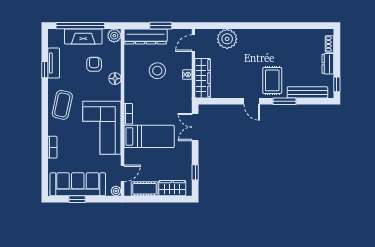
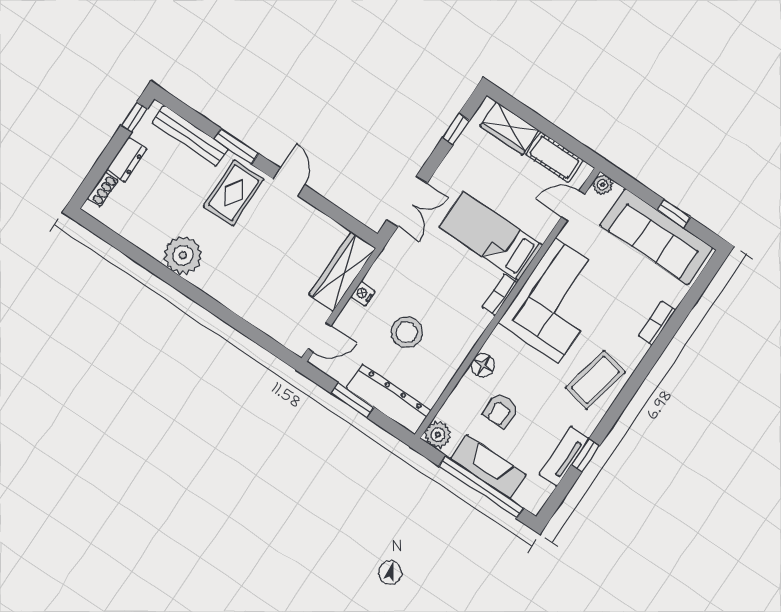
plant: (227, 39) -> (183, 255), moved

